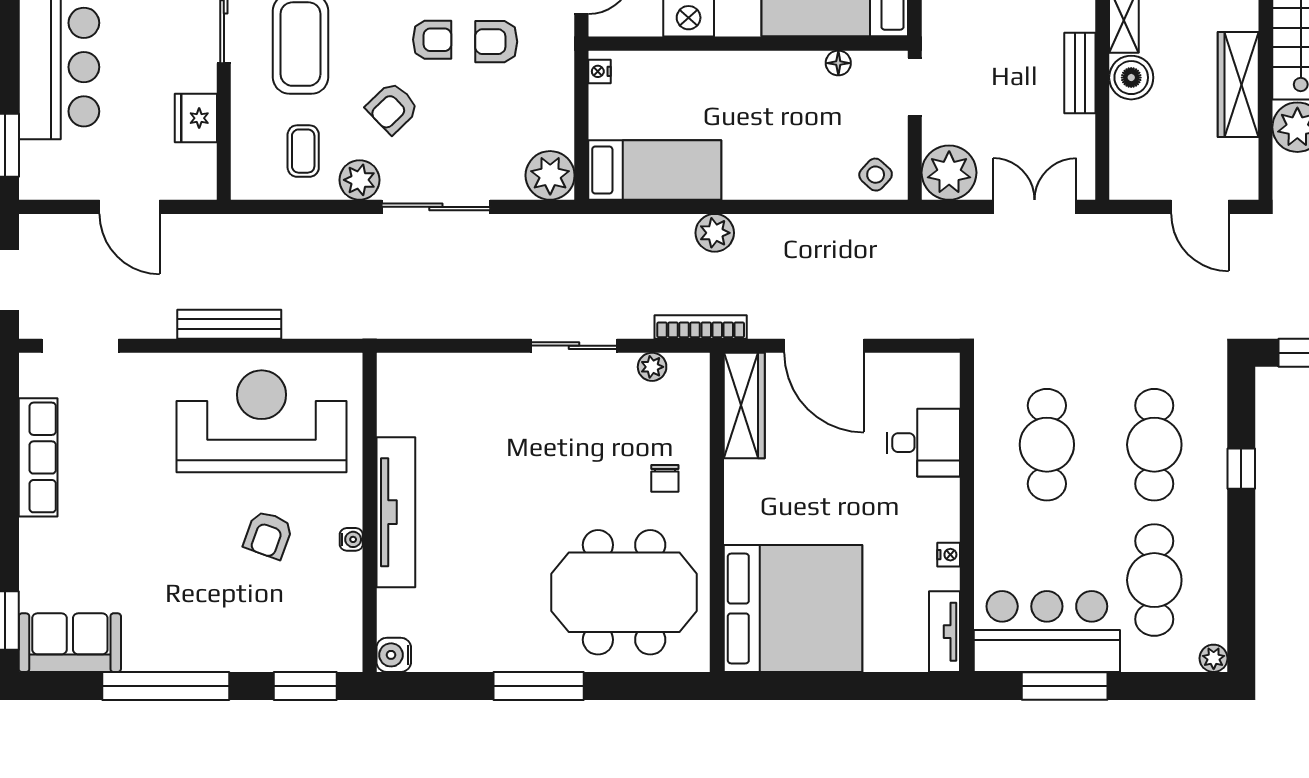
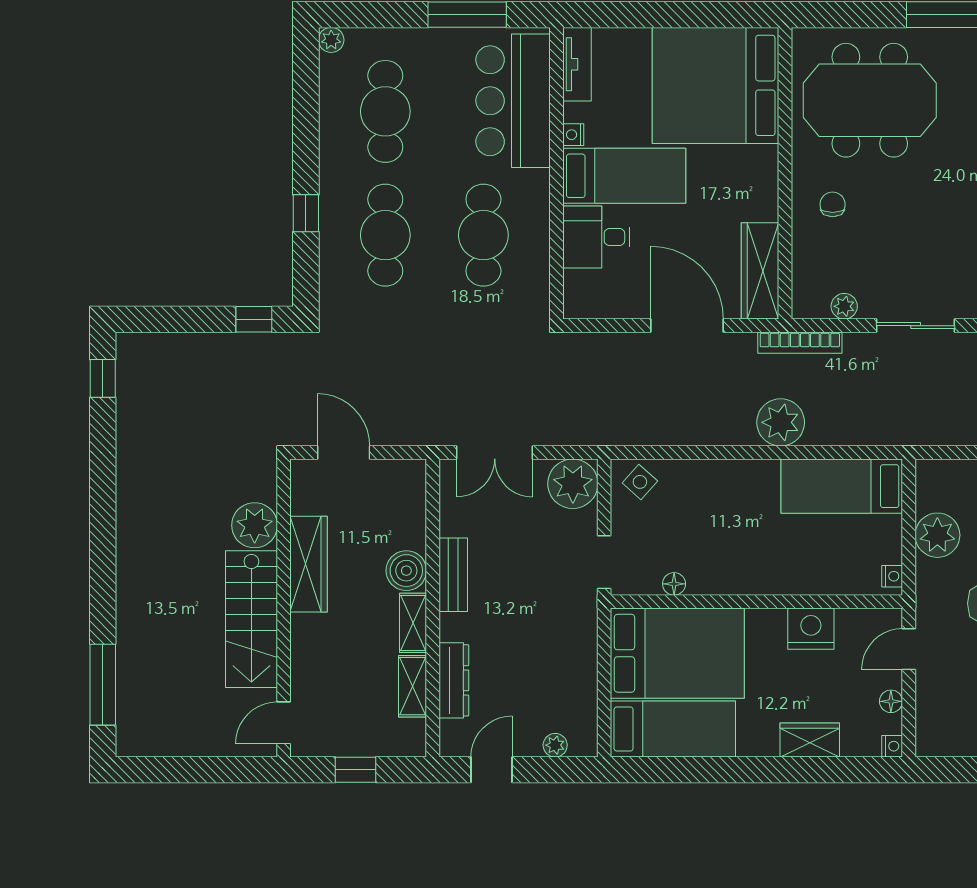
plant: (550, 175) -> (937, 535), moved
plant: (715, 233) -> (781, 422), width x1.36, depth x1.36
bed: (893, 510) -> (624, 176), added
bar counter: (1047, 632) -> (513, 101), moved, turned 90

